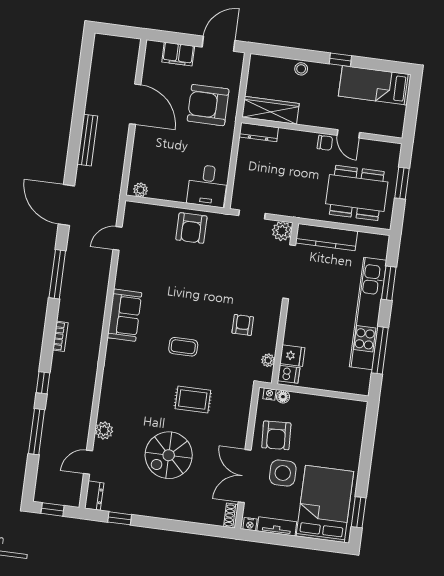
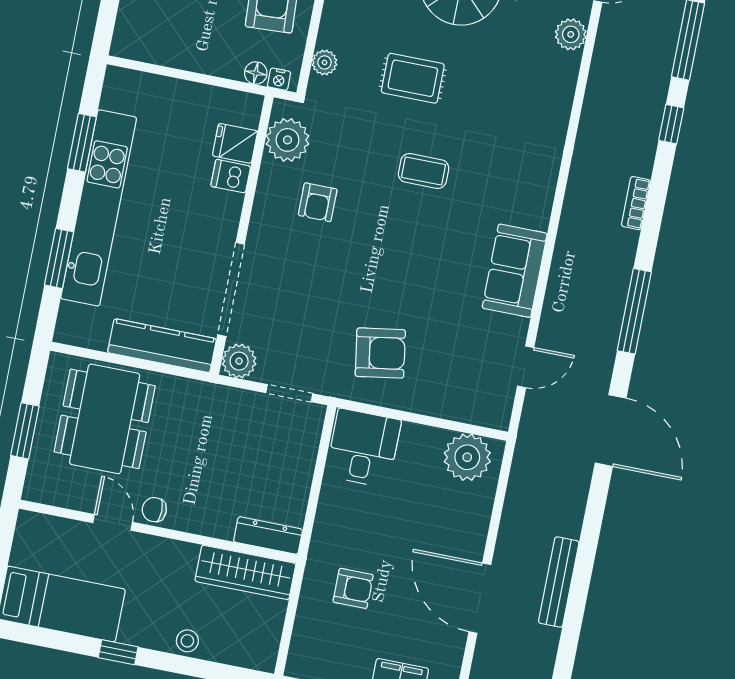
armchair: (208, 105) -> (353, 588), width x0.53, depth x0.53
bench: (87, 140) -> (559, 582), moved
plant: (140, 190) -> (467, 457), width x1.88, depth x1.88
dining table: (357, 193) -> (105, 419), turned 90
armchair: (191, 228) -> (380, 353), moved, turned 81
sofa: (124, 315) -> (515, 271), moved
window: (380, 350) -> (82, 143), width x0.69
plant: (268, 360) -> (287, 140), width x1.87, depth x1.87
dishwasher: (289, 374) -> (231, 176), moved
plant: (244, 405) -> (324, 62), added

